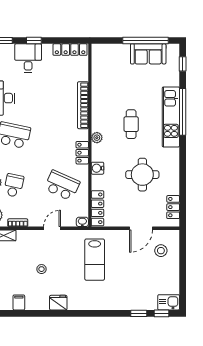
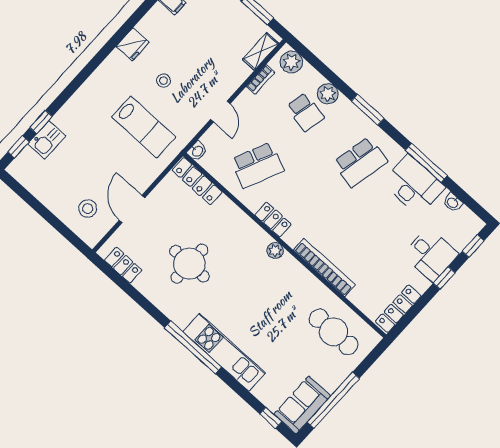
sofa: (148, 54) -> (302, 405), moved
window: (183, 112) -> (193, 347), moved
cafe table: (131, 124) -> (334, 332), moved, width x1.37, depth x1.35
water cooler: (97, 168) -> (241, 221), removed
lab bench: (95, 260) -> (144, 127), turned 180
stool: (42, 269) -> (163, 81), moved
kitchen sink: (169, 302) -> (47, 140), moved

